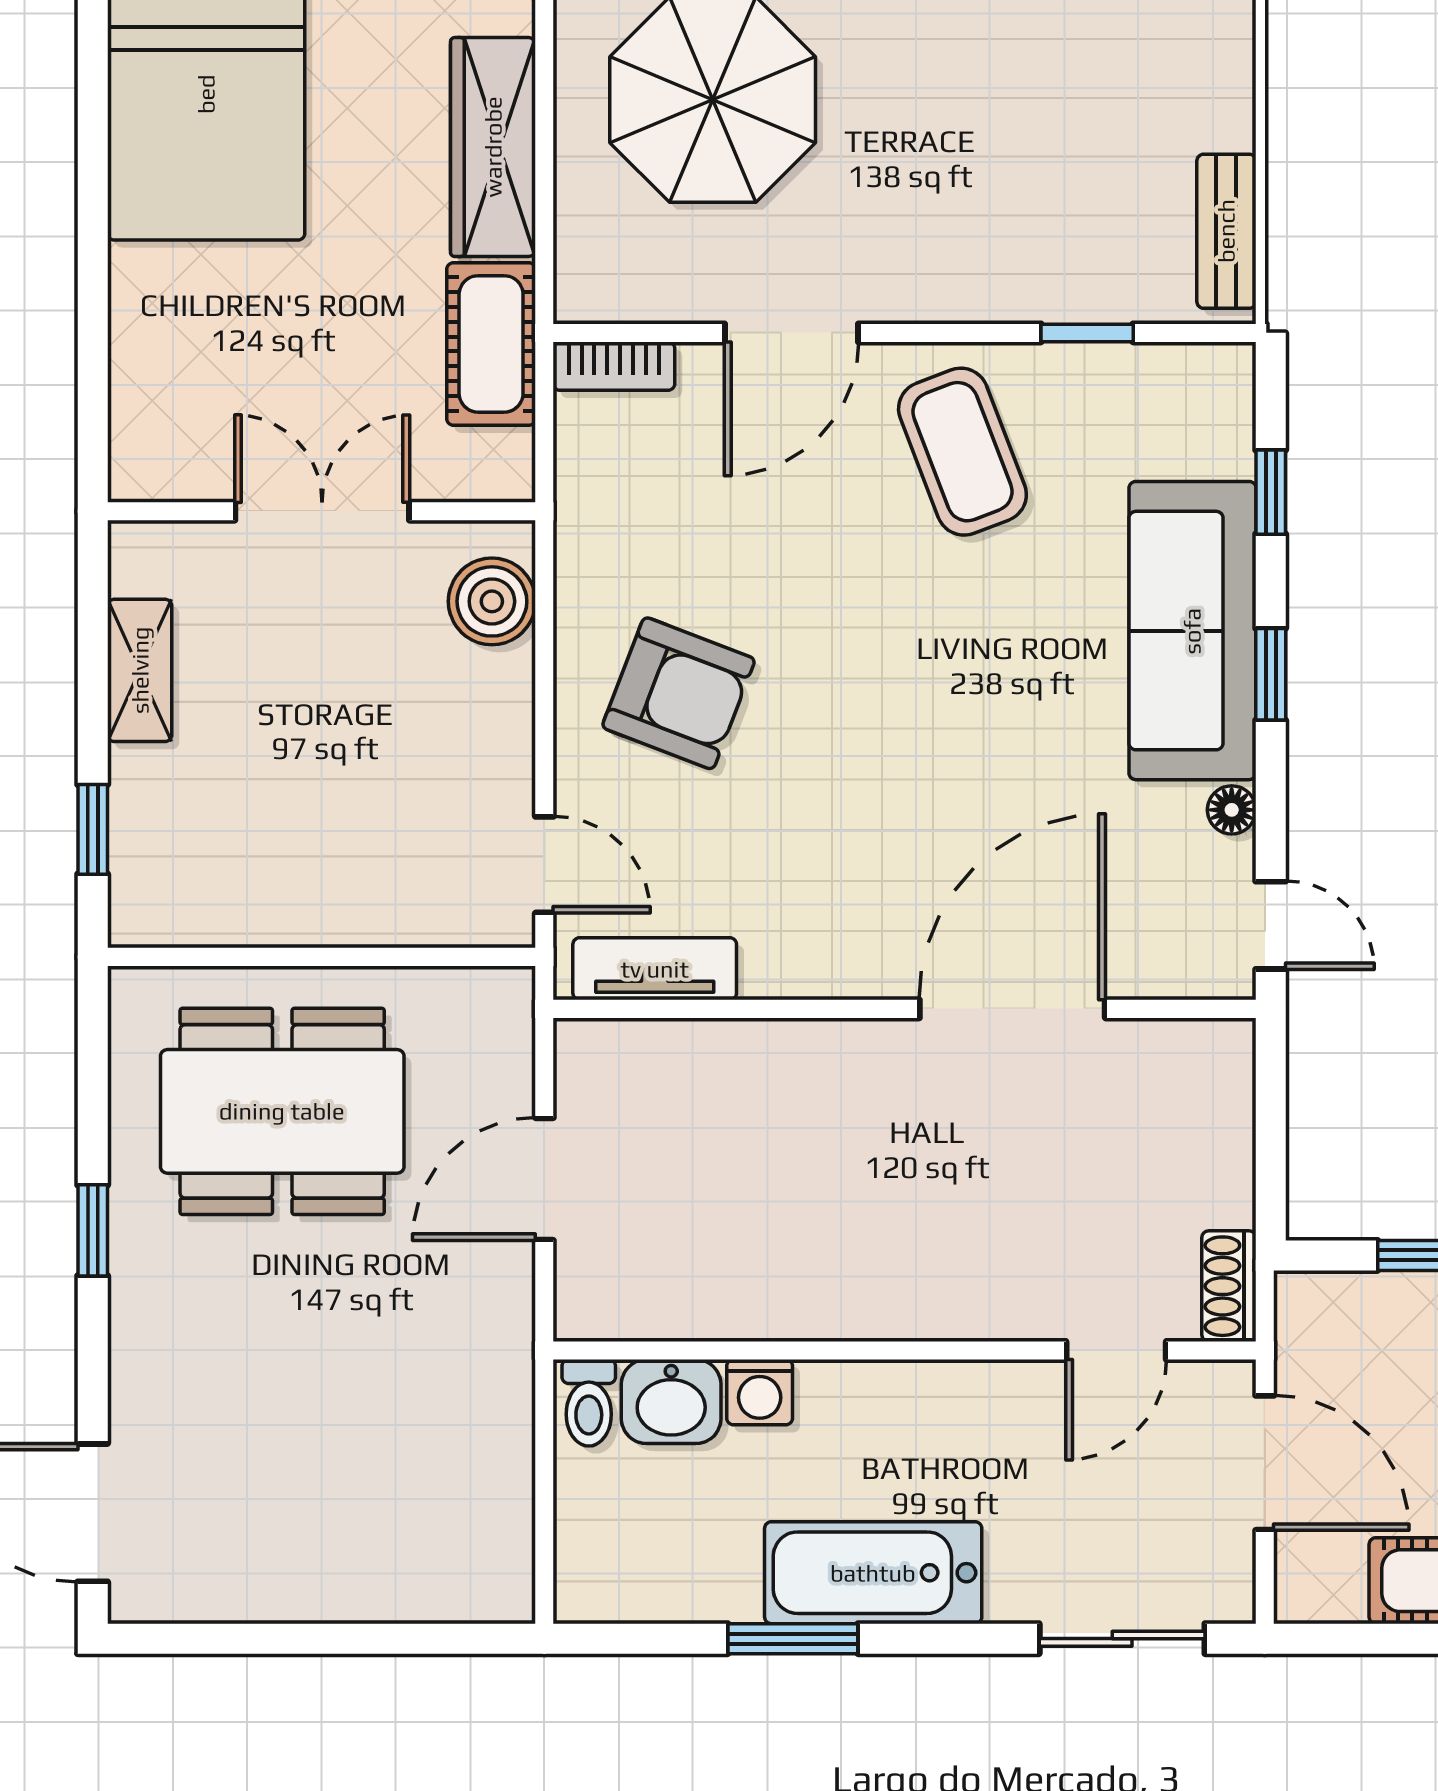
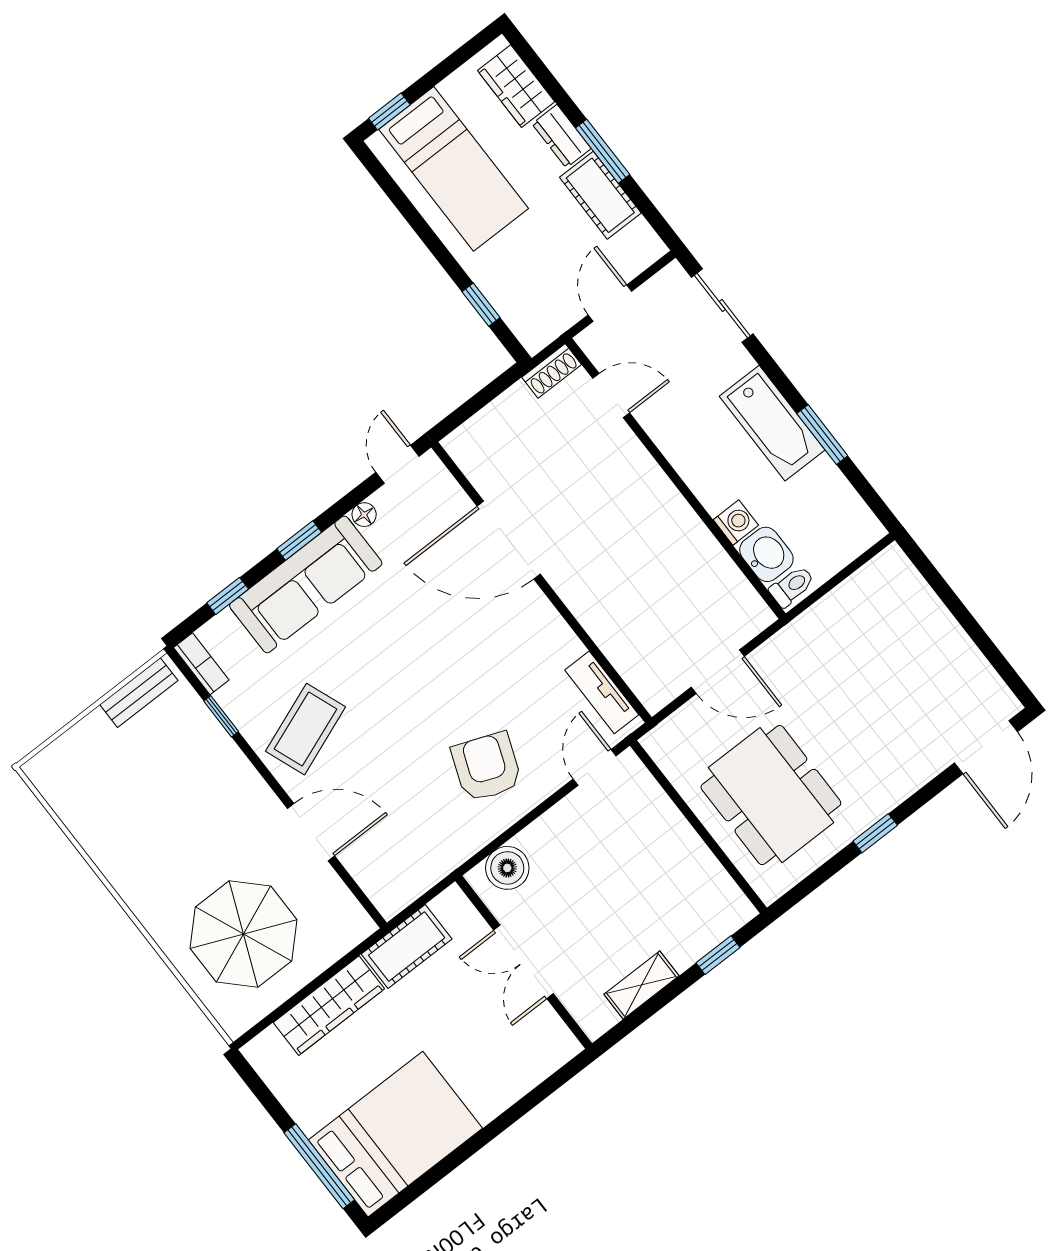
bookcase: (614, 366) -> (201, 664), moved
door: (1265, 1463) -> (610, 303), width x0.73

